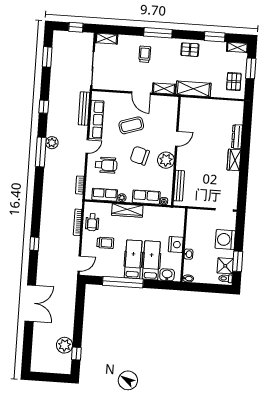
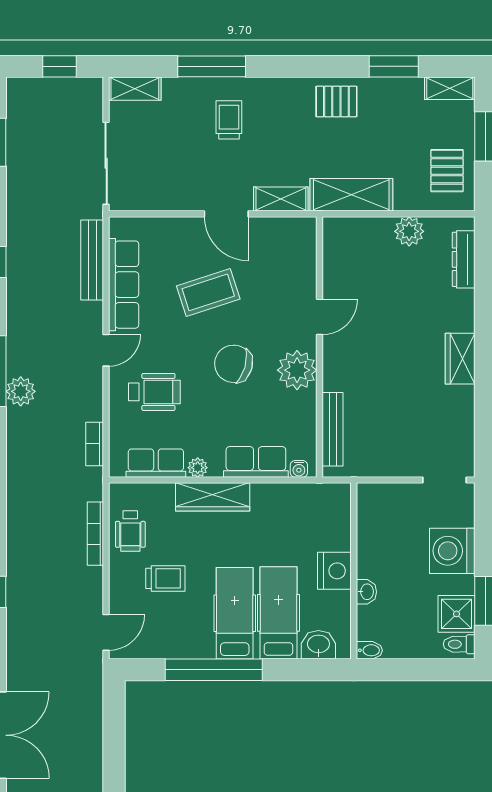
window: (158, 33) -> (212, 66), moved
plant: (216, 106) -> (409, 231), added
dresser: (237, 137) -> (464, 259), moved
plant: (52, 143) -> (21, 391), moved

